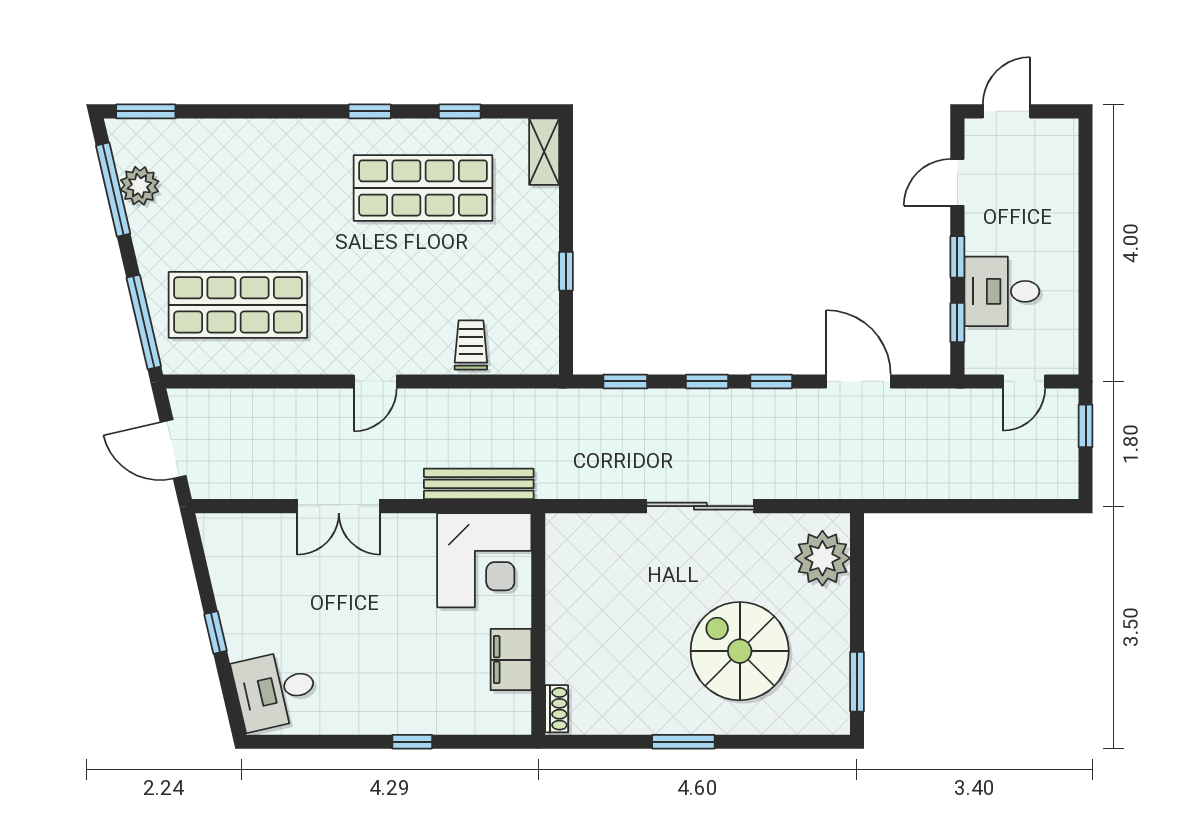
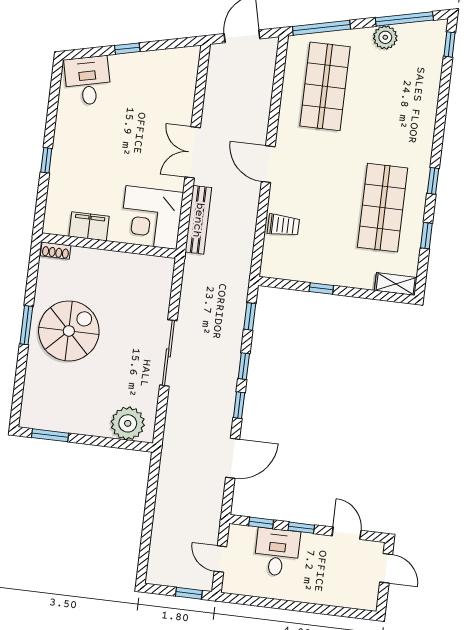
window: (146, 111) -> (449, 44), width x0.67
plant: (139, 186) -> (385, 37), moved
door: (375, 381) -> (268, 164), width x1.38
double door: (339, 506) -> (193, 152), moved
spiral stairs: (740, 651) -> (69, 331), moved

